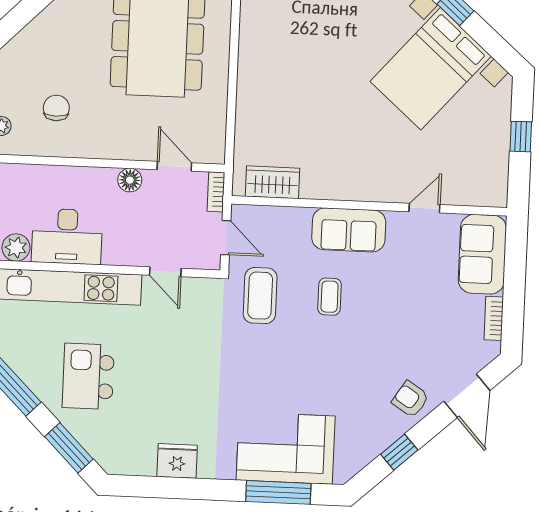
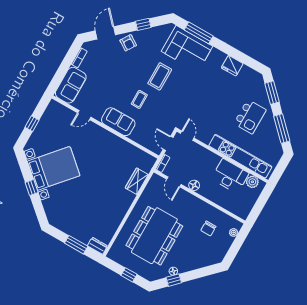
wardrobe: (273, 182) -> (137, 181), moved, turned 90
door: (165, 272) -> (187, 136), moved
coffee table: (260, 296) -> (160, 76), moved

